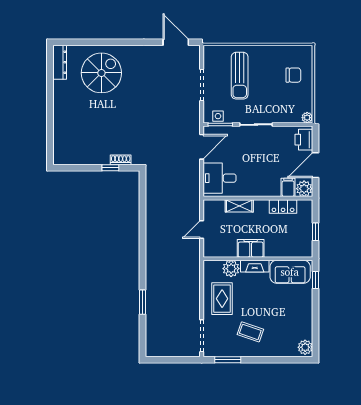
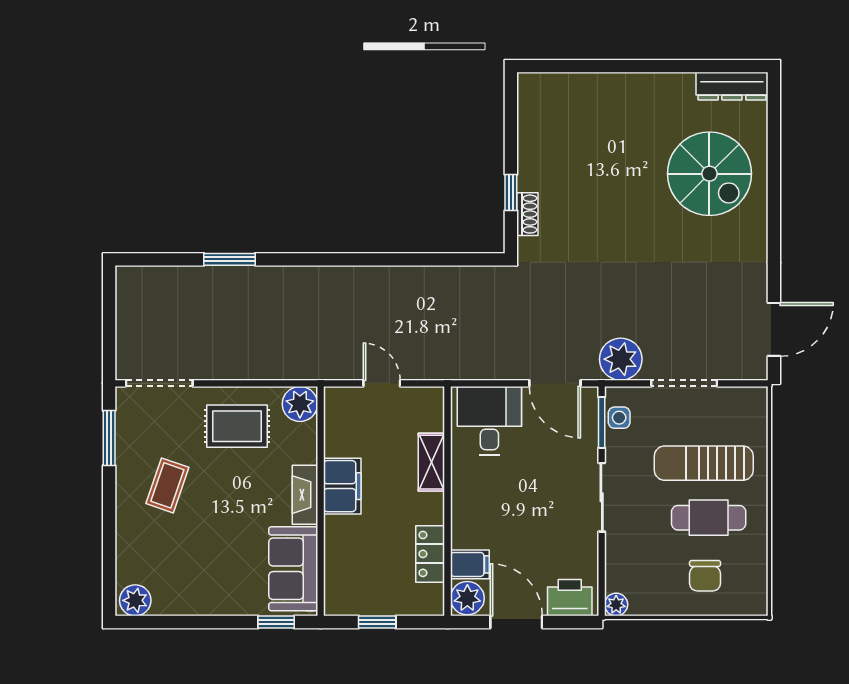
cafe table: (266, 73) -> (709, 518), added
plant: (190, 115) -> (621, 359), added
plant: (231, 269) -> (300, 404), moved

